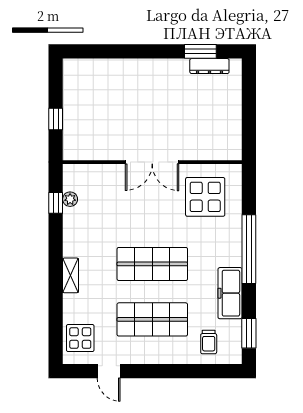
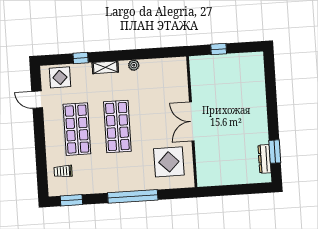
plant: (70, 199) -> (134, 65), moved
window: (56, 203) -> (81, 58), moved
freezer: (230, 293) -> (100, 185), removed
door: (109, 371) -> (37, 100), hinge flipped

